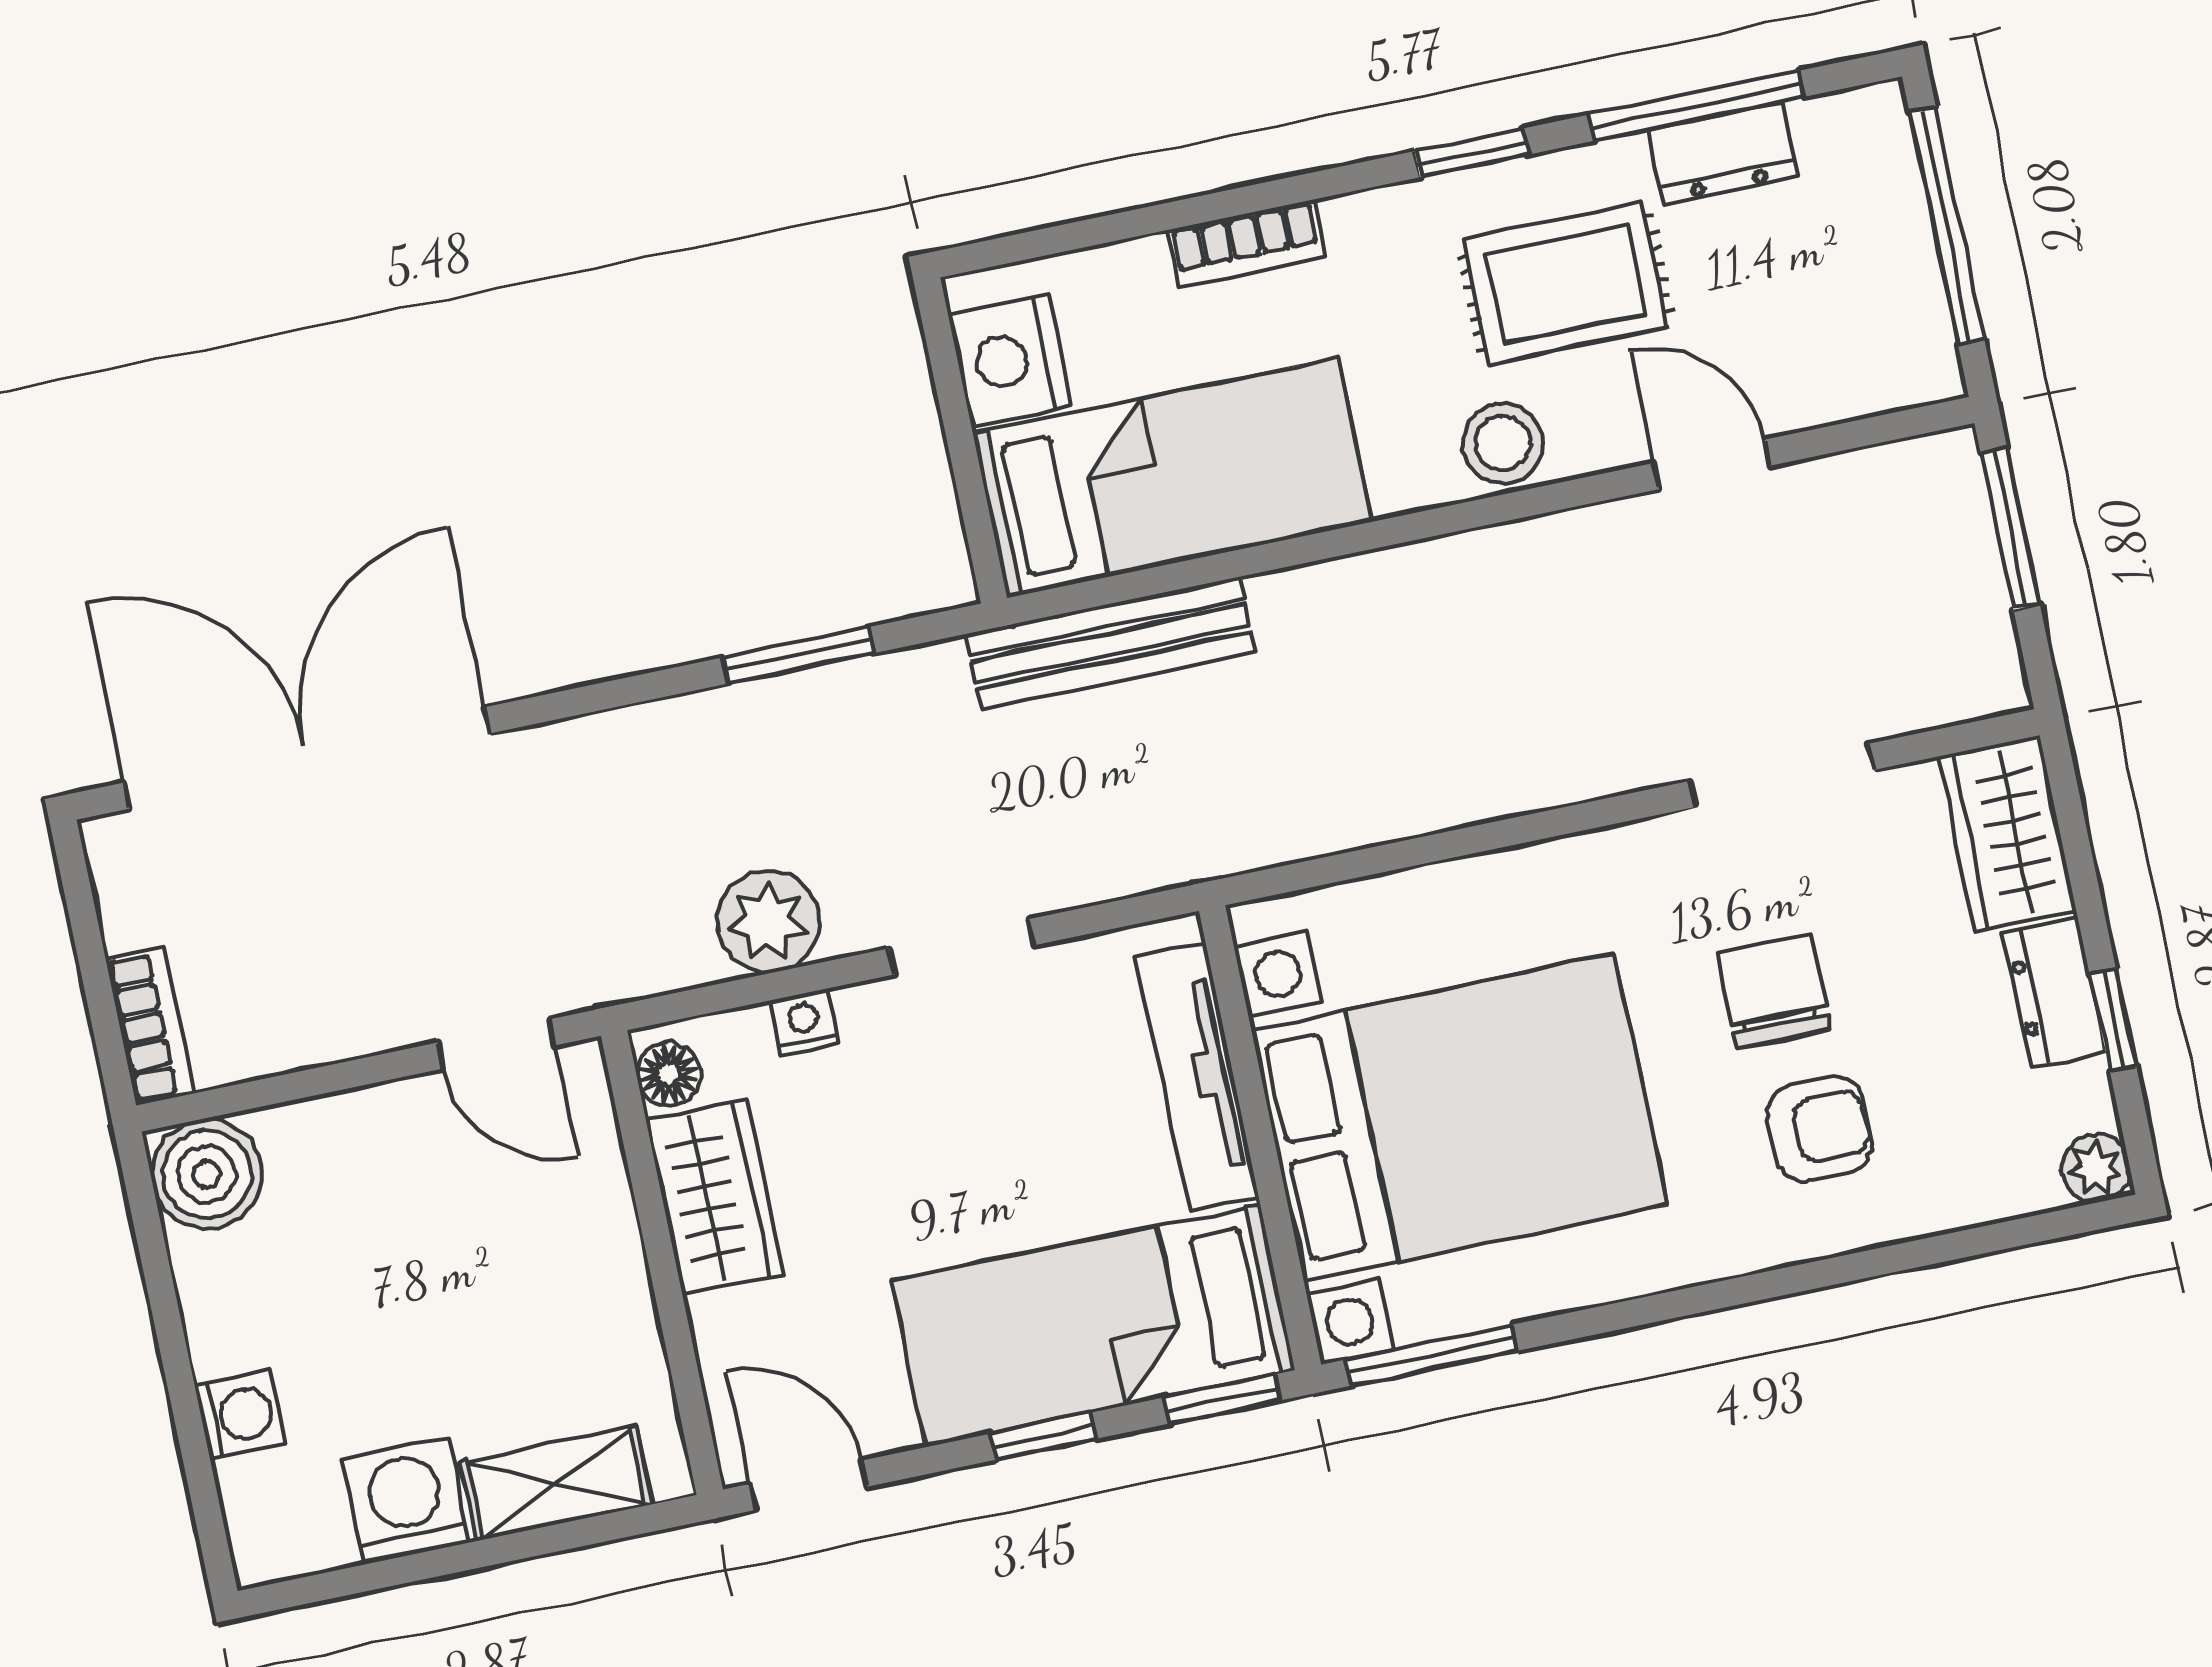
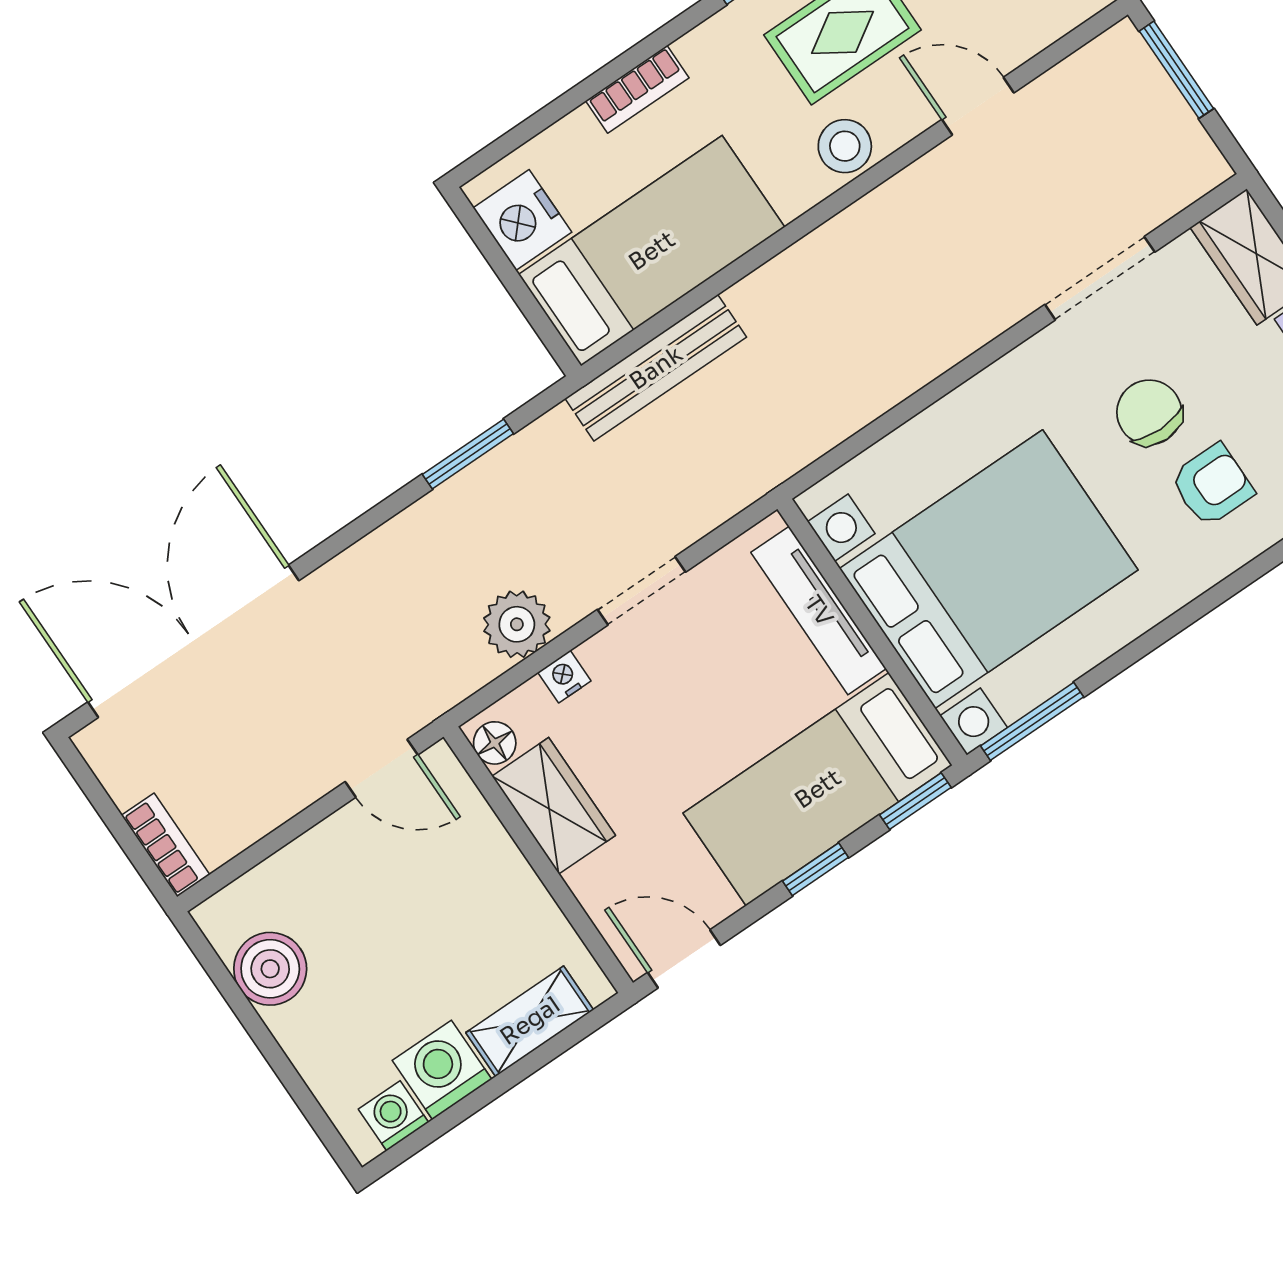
boiler: (207, 1174) -> (270, 969), moved
washing machine: (240, 1415) -> (393, 1116), moved, turned -90

